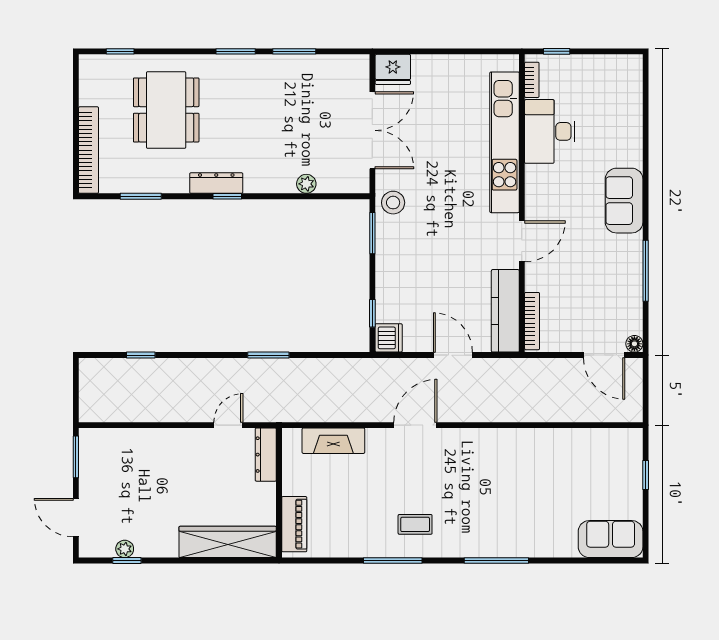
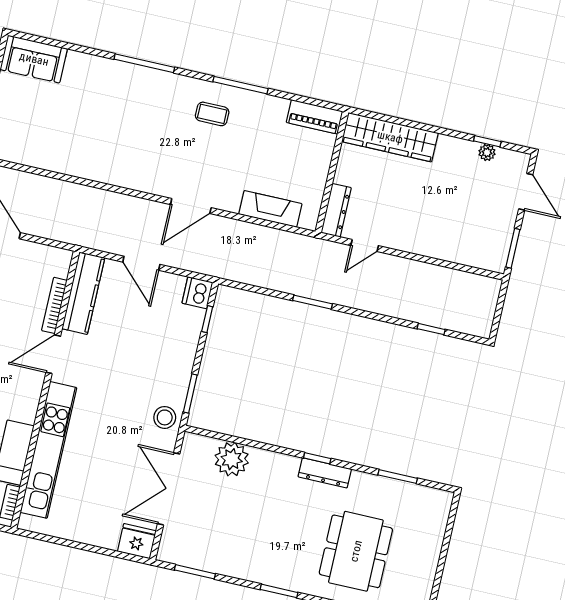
window: (294, 51) -> (195, 572), moved
bookcase: (89, 150) -> (436, 530), removed
plant: (306, 184) -> (232, 459), width x1.88, depth x1.88
bookcase: (532, 321) -> (54, 305), moved
piano: (294, 524) -> (315, 117), moved, turned -90

